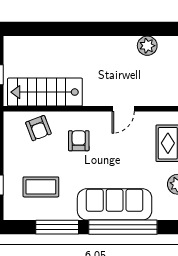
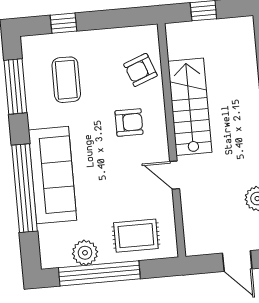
stairs: (45, 92) -> (190, 107), moved
window: (57, 227) -> (15, 86), moved

